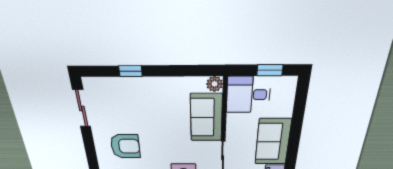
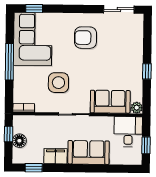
window: (131, 71) -> (147, 71), moved
armchair: (125, 146) -> (86, 38), turned 90

